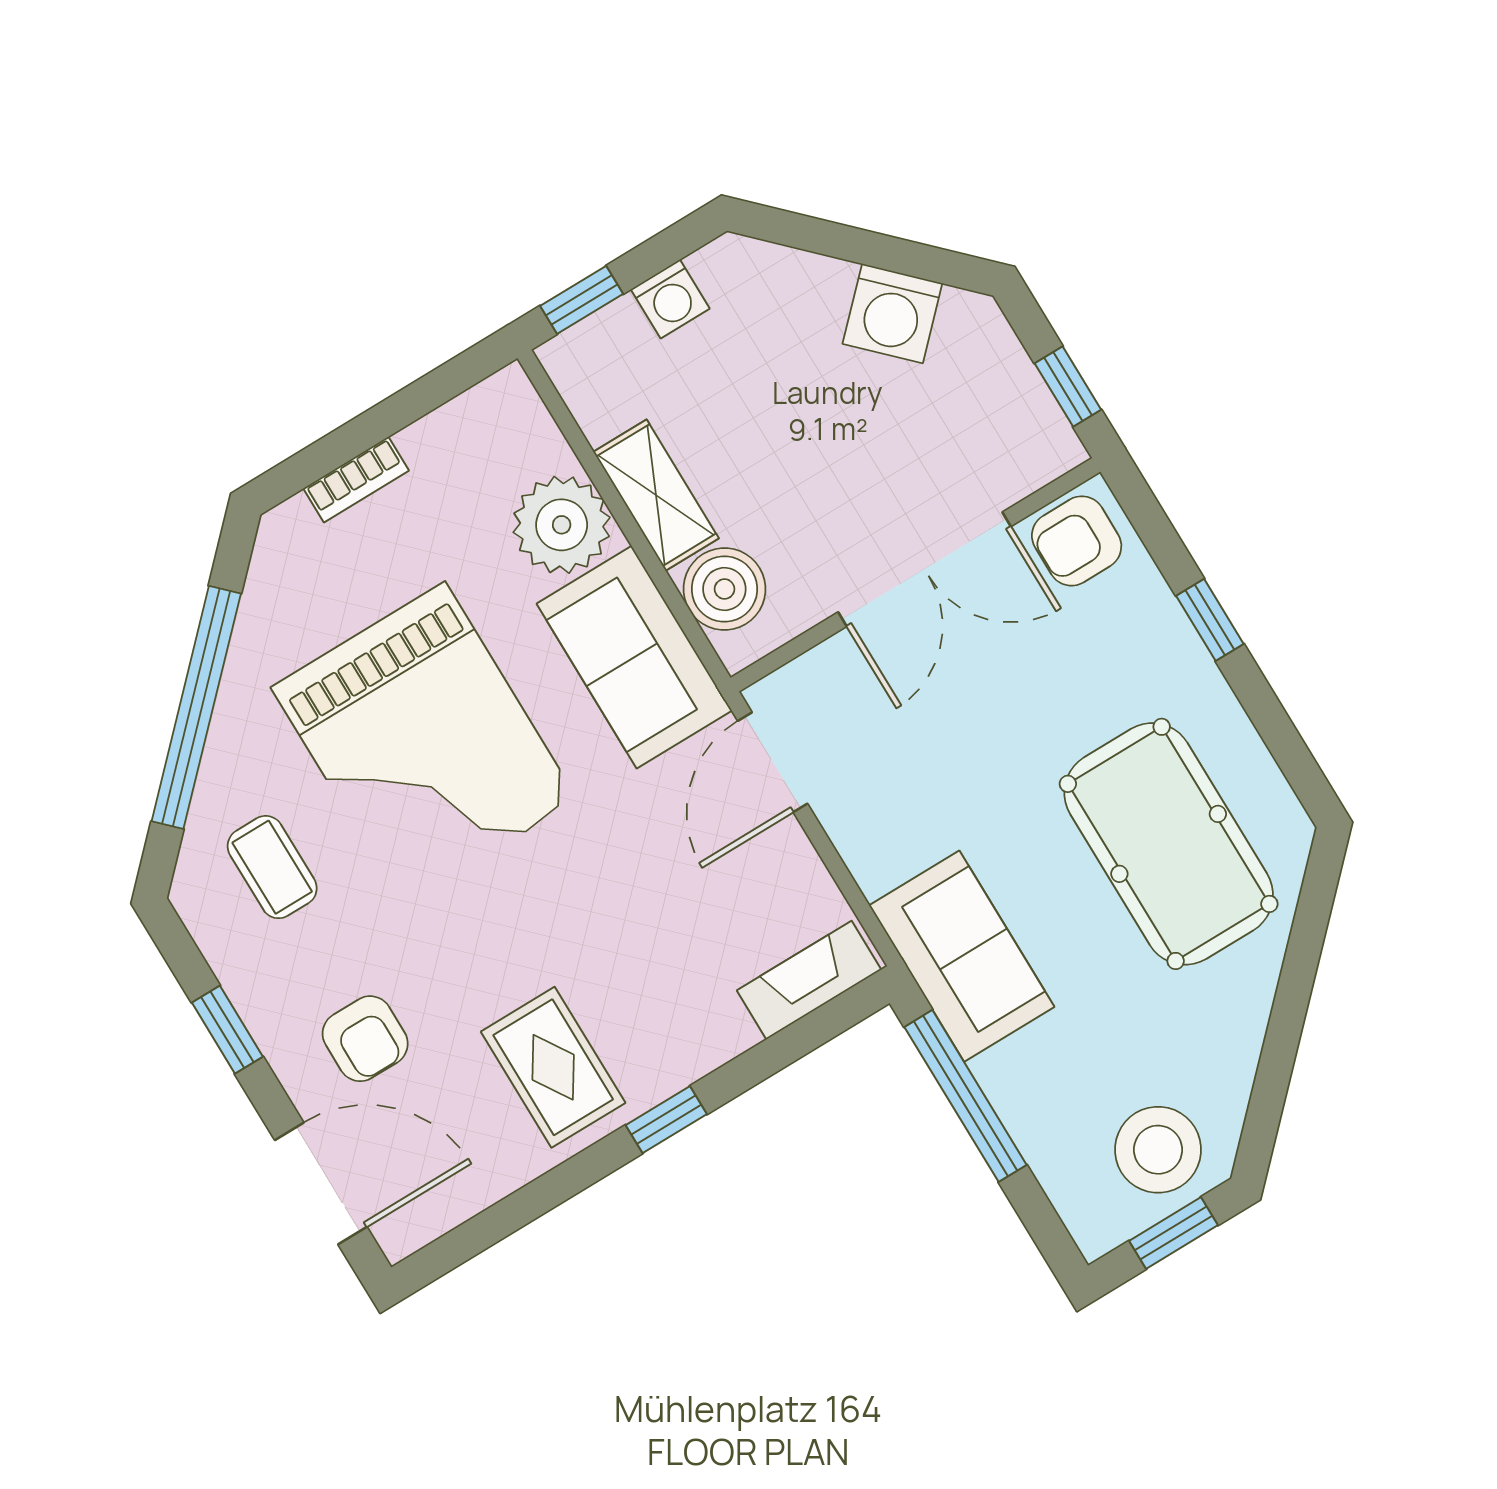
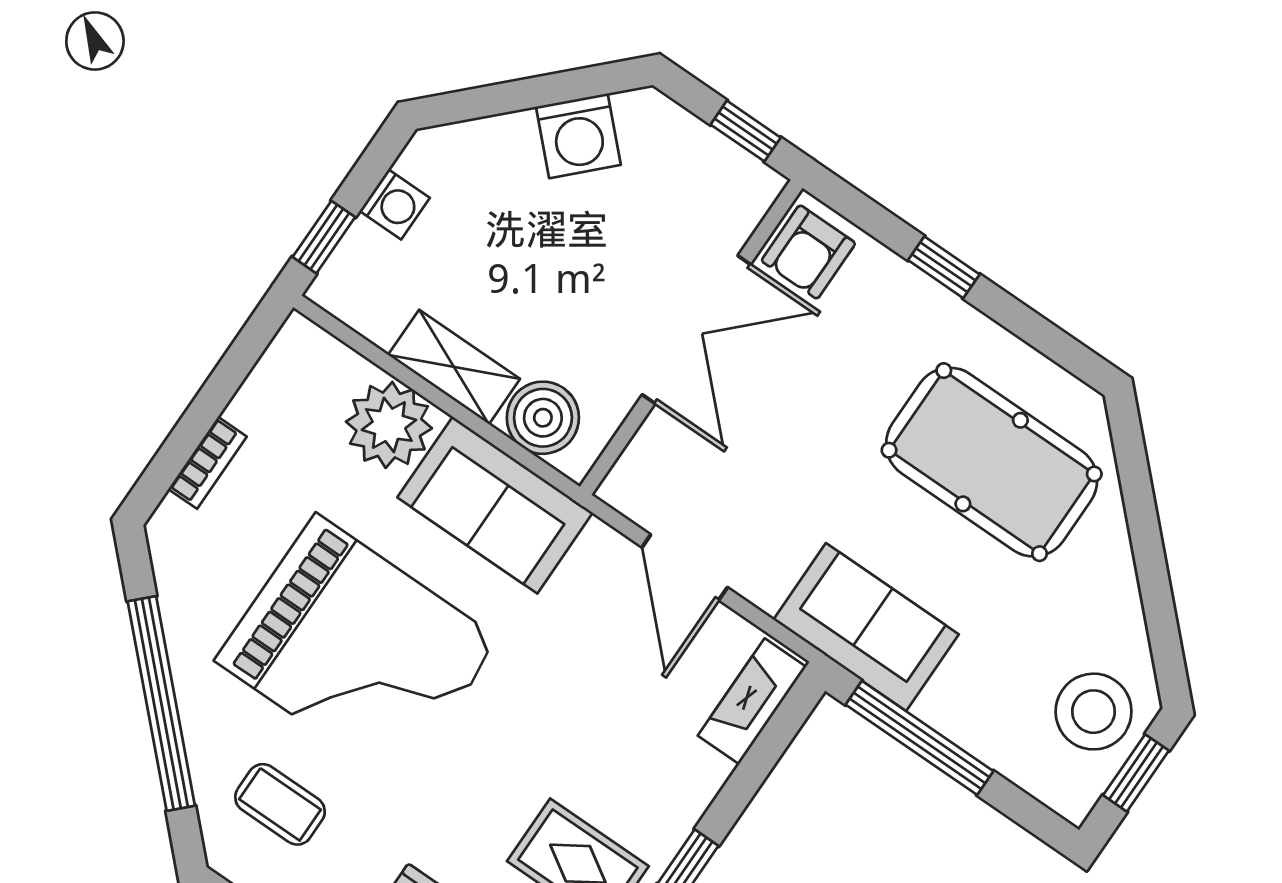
door: (773, 762) -> (685, 567), moved

